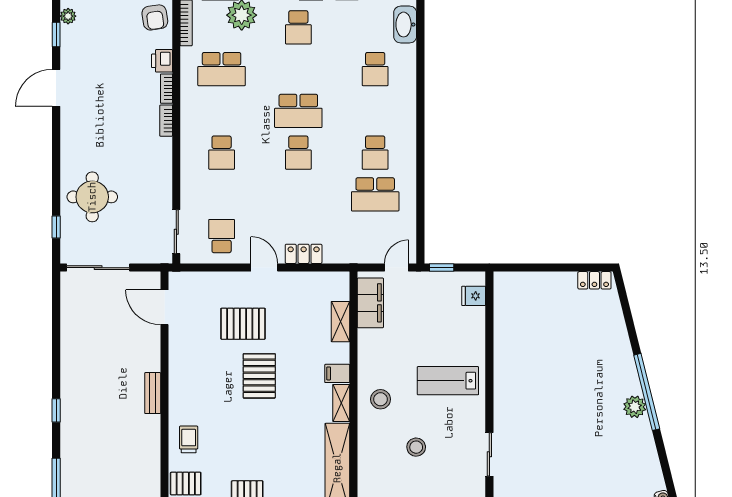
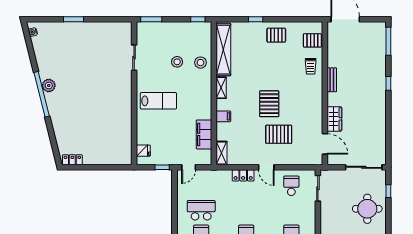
school desk: (222, 236) -> (291, 186), turned 180
filing cabinet: (370, 303) -> (204, 134), moved
shelving: (340, 322) -> (222, 153), moved
wardrobe: (148, 350) -> (334, 119), added
filing cabinet: (337, 373) -> (223, 116), moved
bench: (153, 393) -> (332, 80), moved
stool: (381, 399) -> (200, 63), moved

